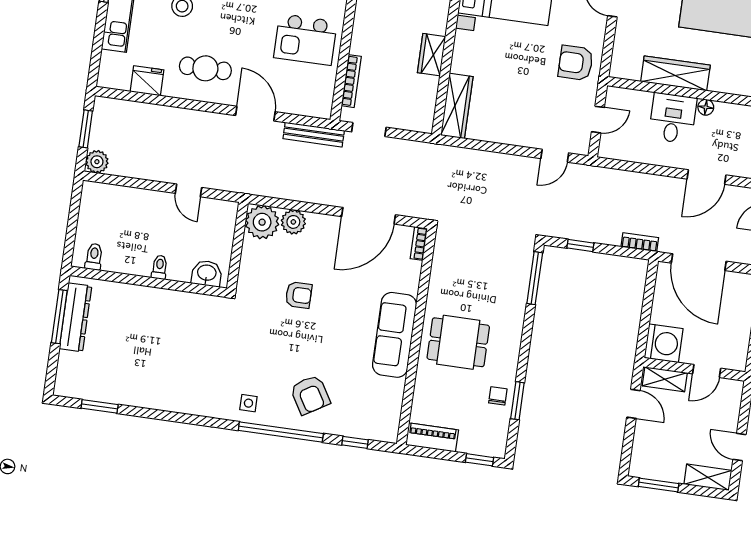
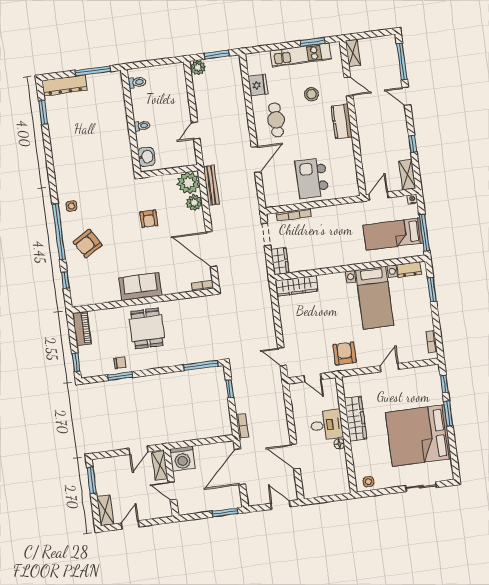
wardrobe: (432, 55) -> (280, 261), moved, turned 90
bench: (314, 135) -> (211, 185), moved
dresser: (75, 317) -> (64, 85), moved
sofa: (395, 335) -> (140, 287), width x0.73

